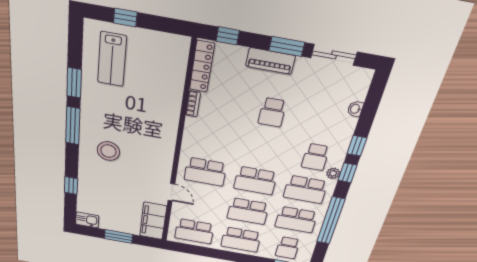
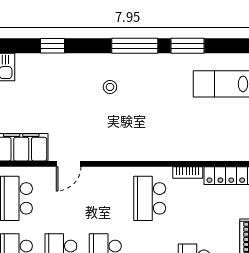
stool: (108, 151) -> (110, 87), width x0.53, depth x0.53
school desk: (205, 172) -> (150, 198), moved

